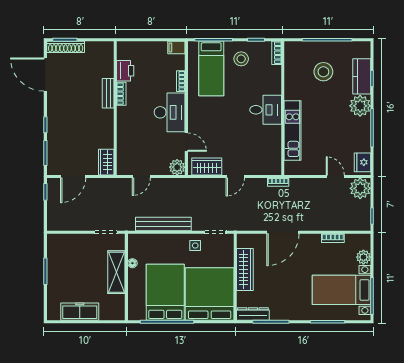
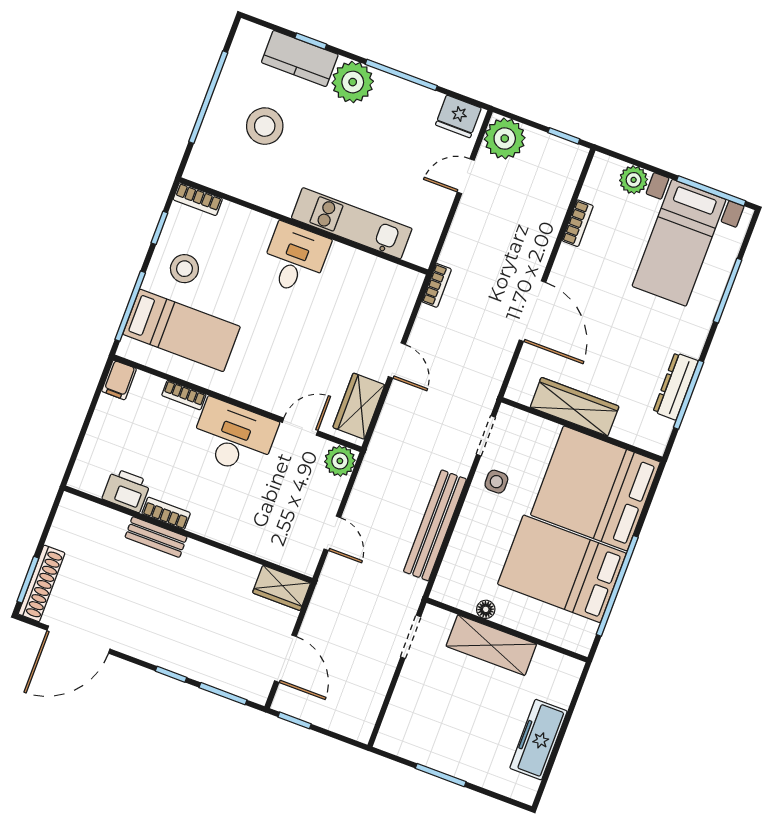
dresser: (253, 314) -> (676, 386), moved

